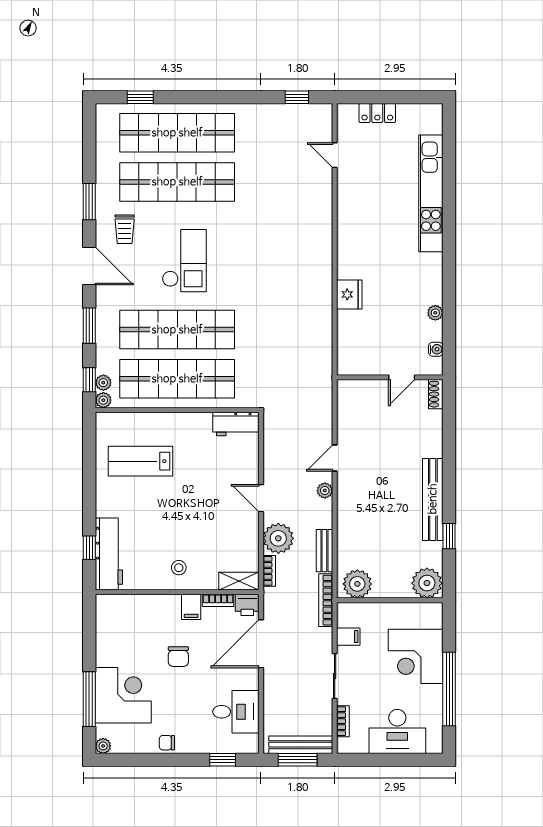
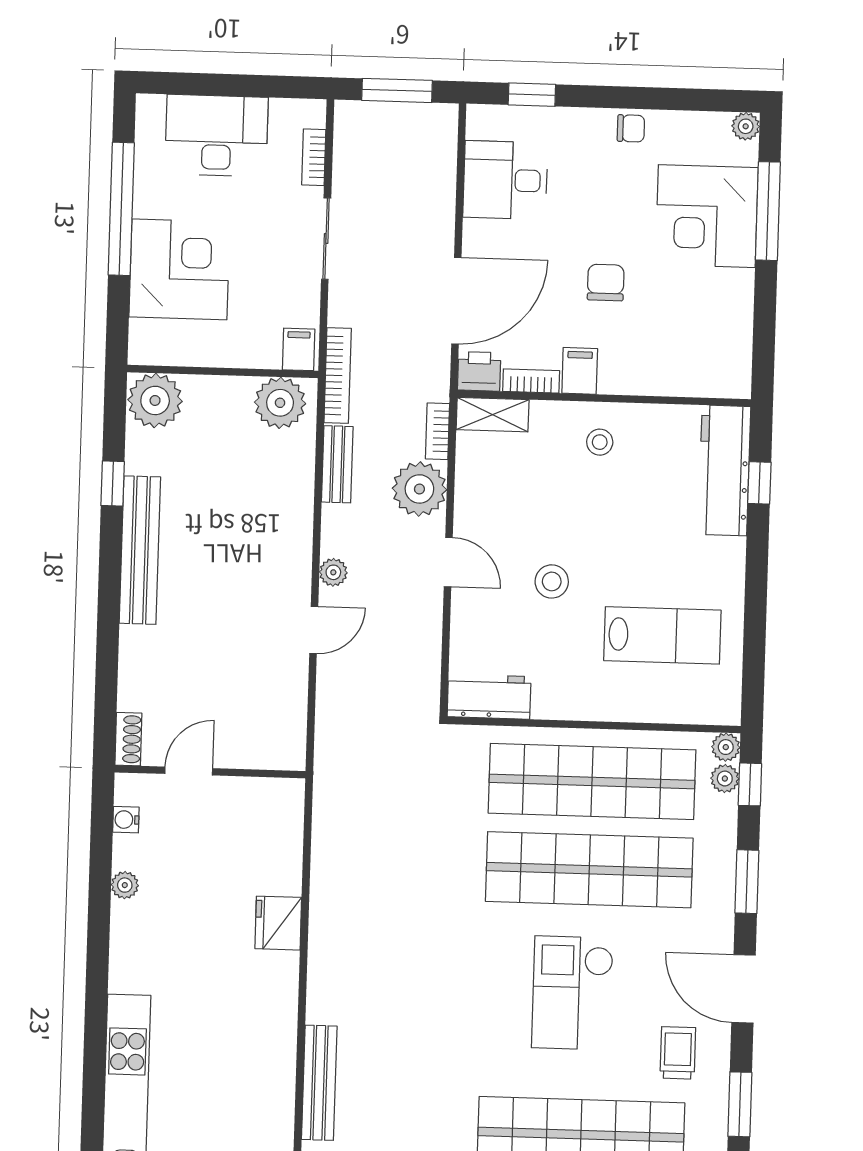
stool: (203, 489) -> (552, 581), added
filing cabinet: (348, 637) -> (299, 349), moved, turned 90
bench: (301, 745) -> (319, 1083), moved, turned 90

